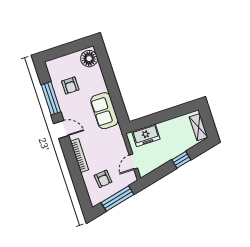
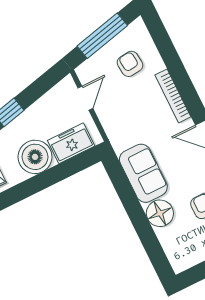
floor lamp: (89, 59) -> (160, 213), moved
boiler: (169, 130) -> (35, 157), added

